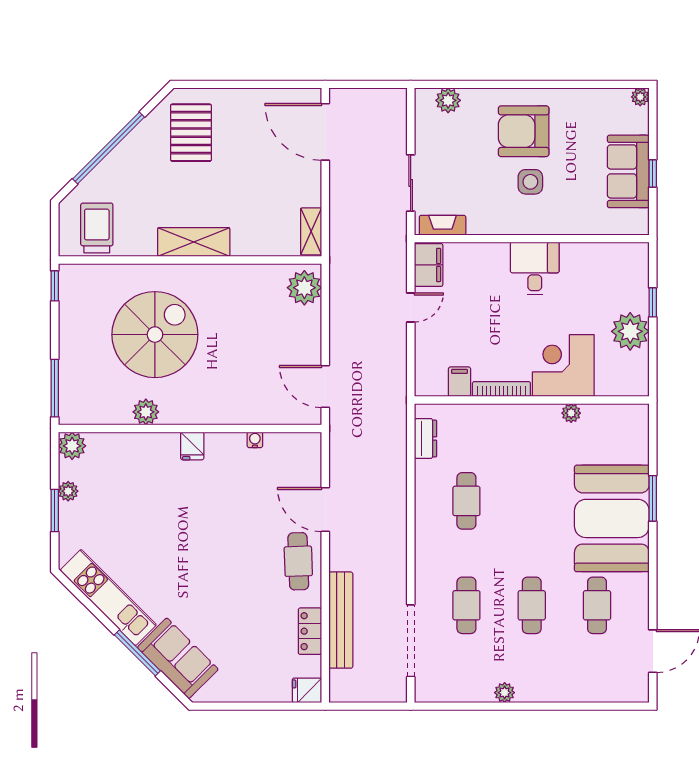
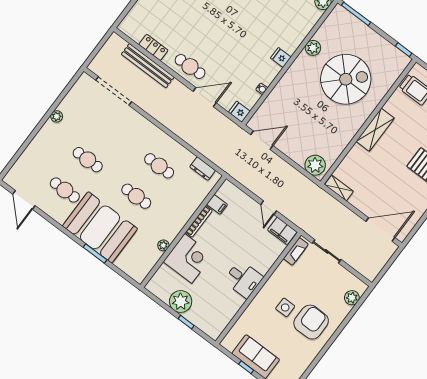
spiral stairs: (155, 335) -> (346, 79), turned -90
cafe table: (466, 605) -> (136, 196), moved
fridge: (307, 690) -> (239, 112), moved, turned -90

